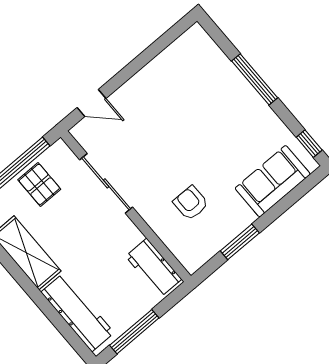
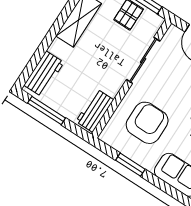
armchair: (191, 203) -> (147, 123), width x1.88, depth x1.88
workbench: (78, 312) -> (44, 74), width x0.73

